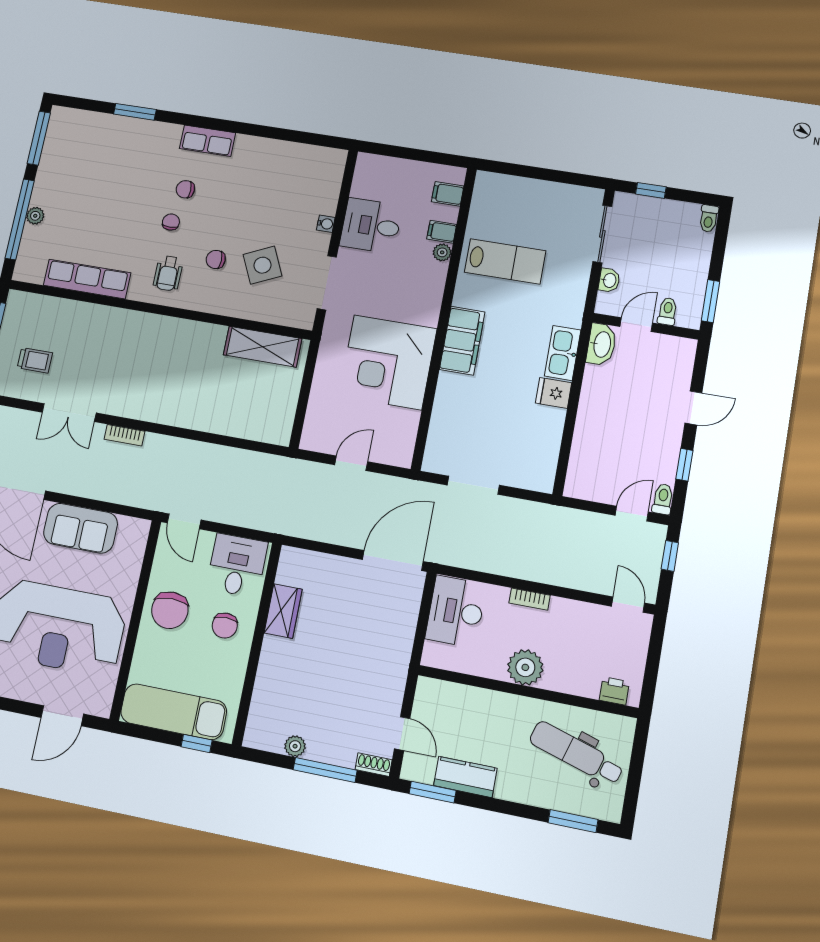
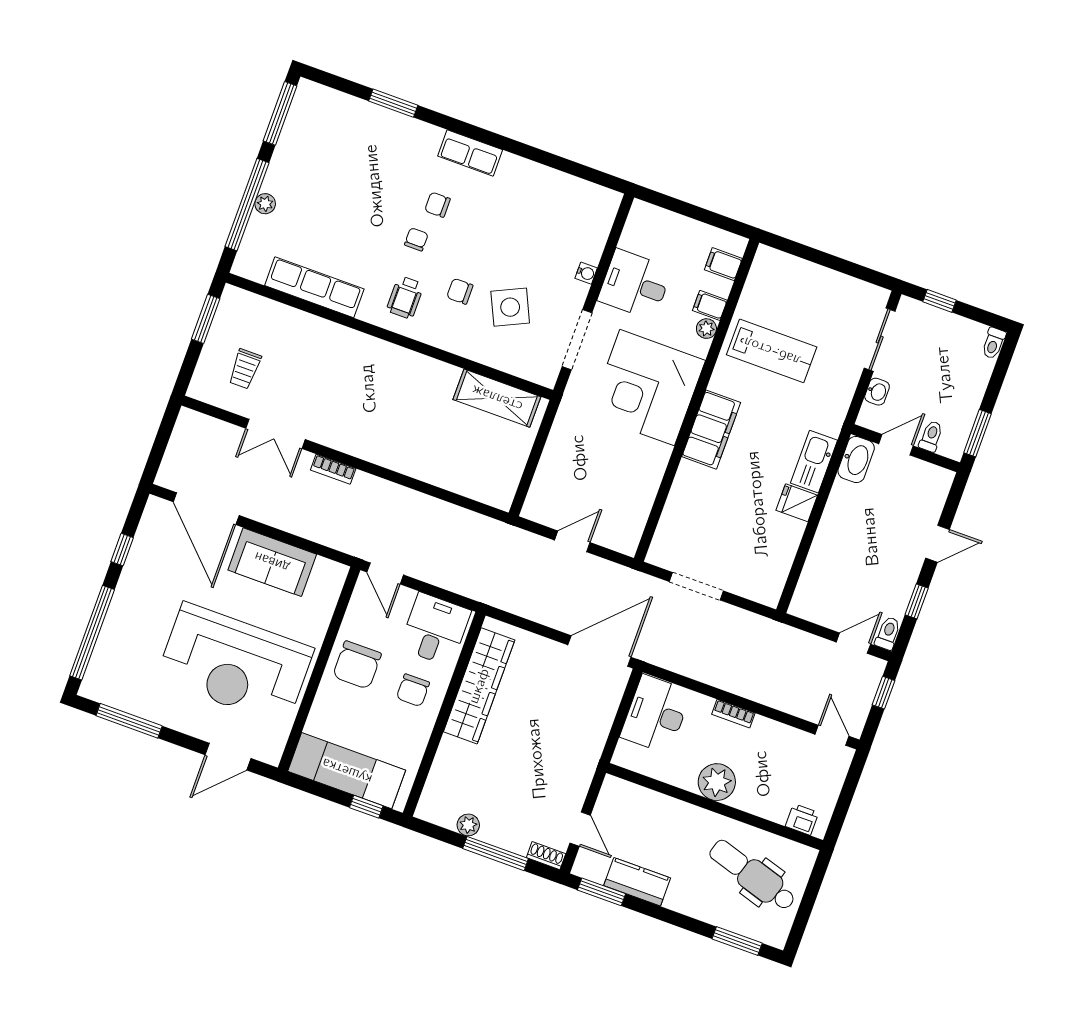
trolley: (35, 360) -> (245, 369), turned 90
corner desk: (388, 362) -> (647, 388), moved
wardrobe: (283, 611) -> (479, 686), width x2.10, depth x1.17

